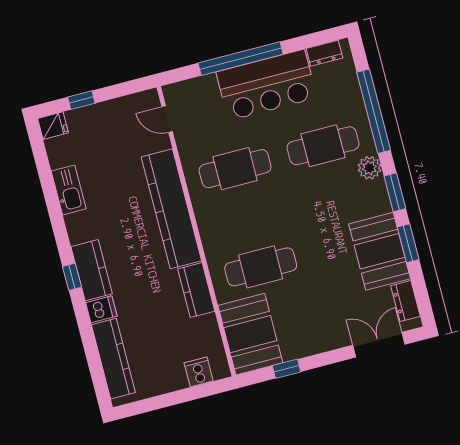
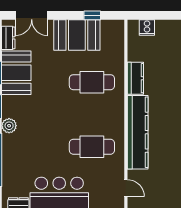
cafe table: (323, 146) -> (34, 147), removed
booth: (250, 334) -> (77, 35), moved, turned 90

